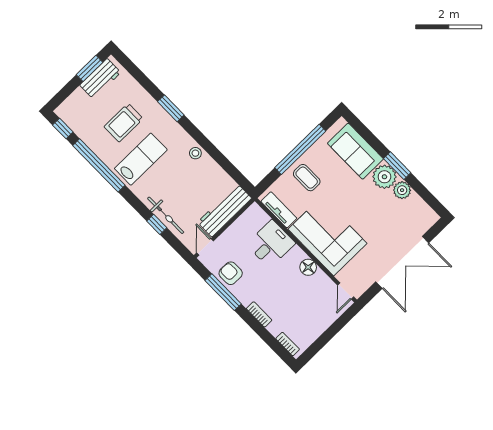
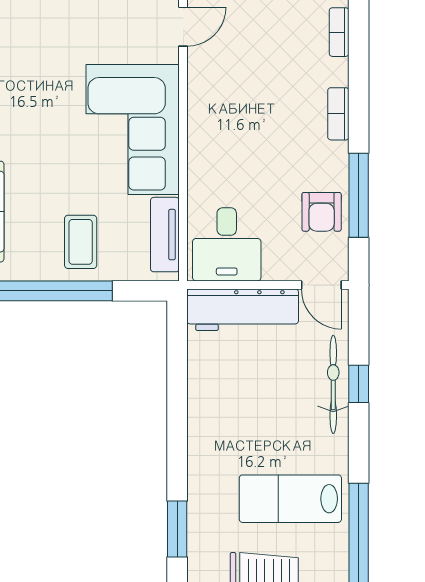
stool: (195, 153) -> (205, 431), removed
desk: (271, 244) -> (227, 244), moved, turned -90
door: (205, 247) -> (321, 285), hinge flipped
floor lamp: (308, 267) -> (203, 113), removed

